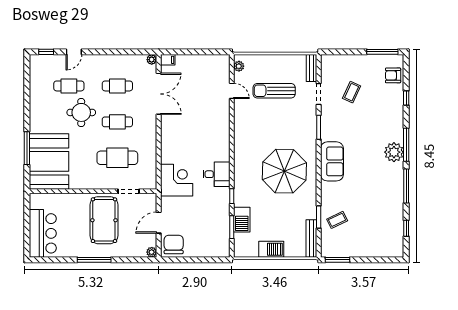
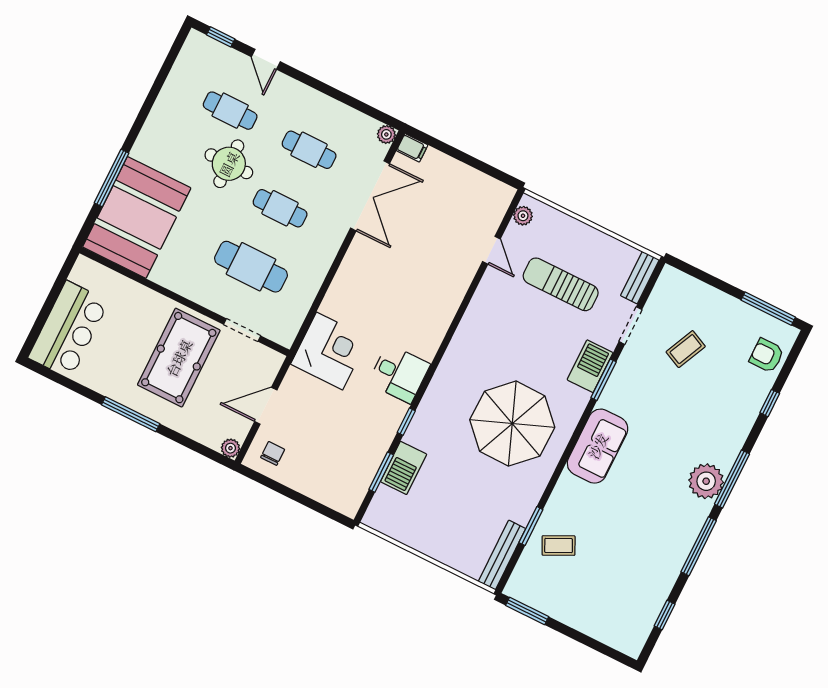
door: (74, 52) -> (266, 59), hinge flipped
chair: (174, 244) -> (273, 453), width x0.54, depth x0.54
barbecue: (271, 249) -> (590, 366), moved, turned -90

